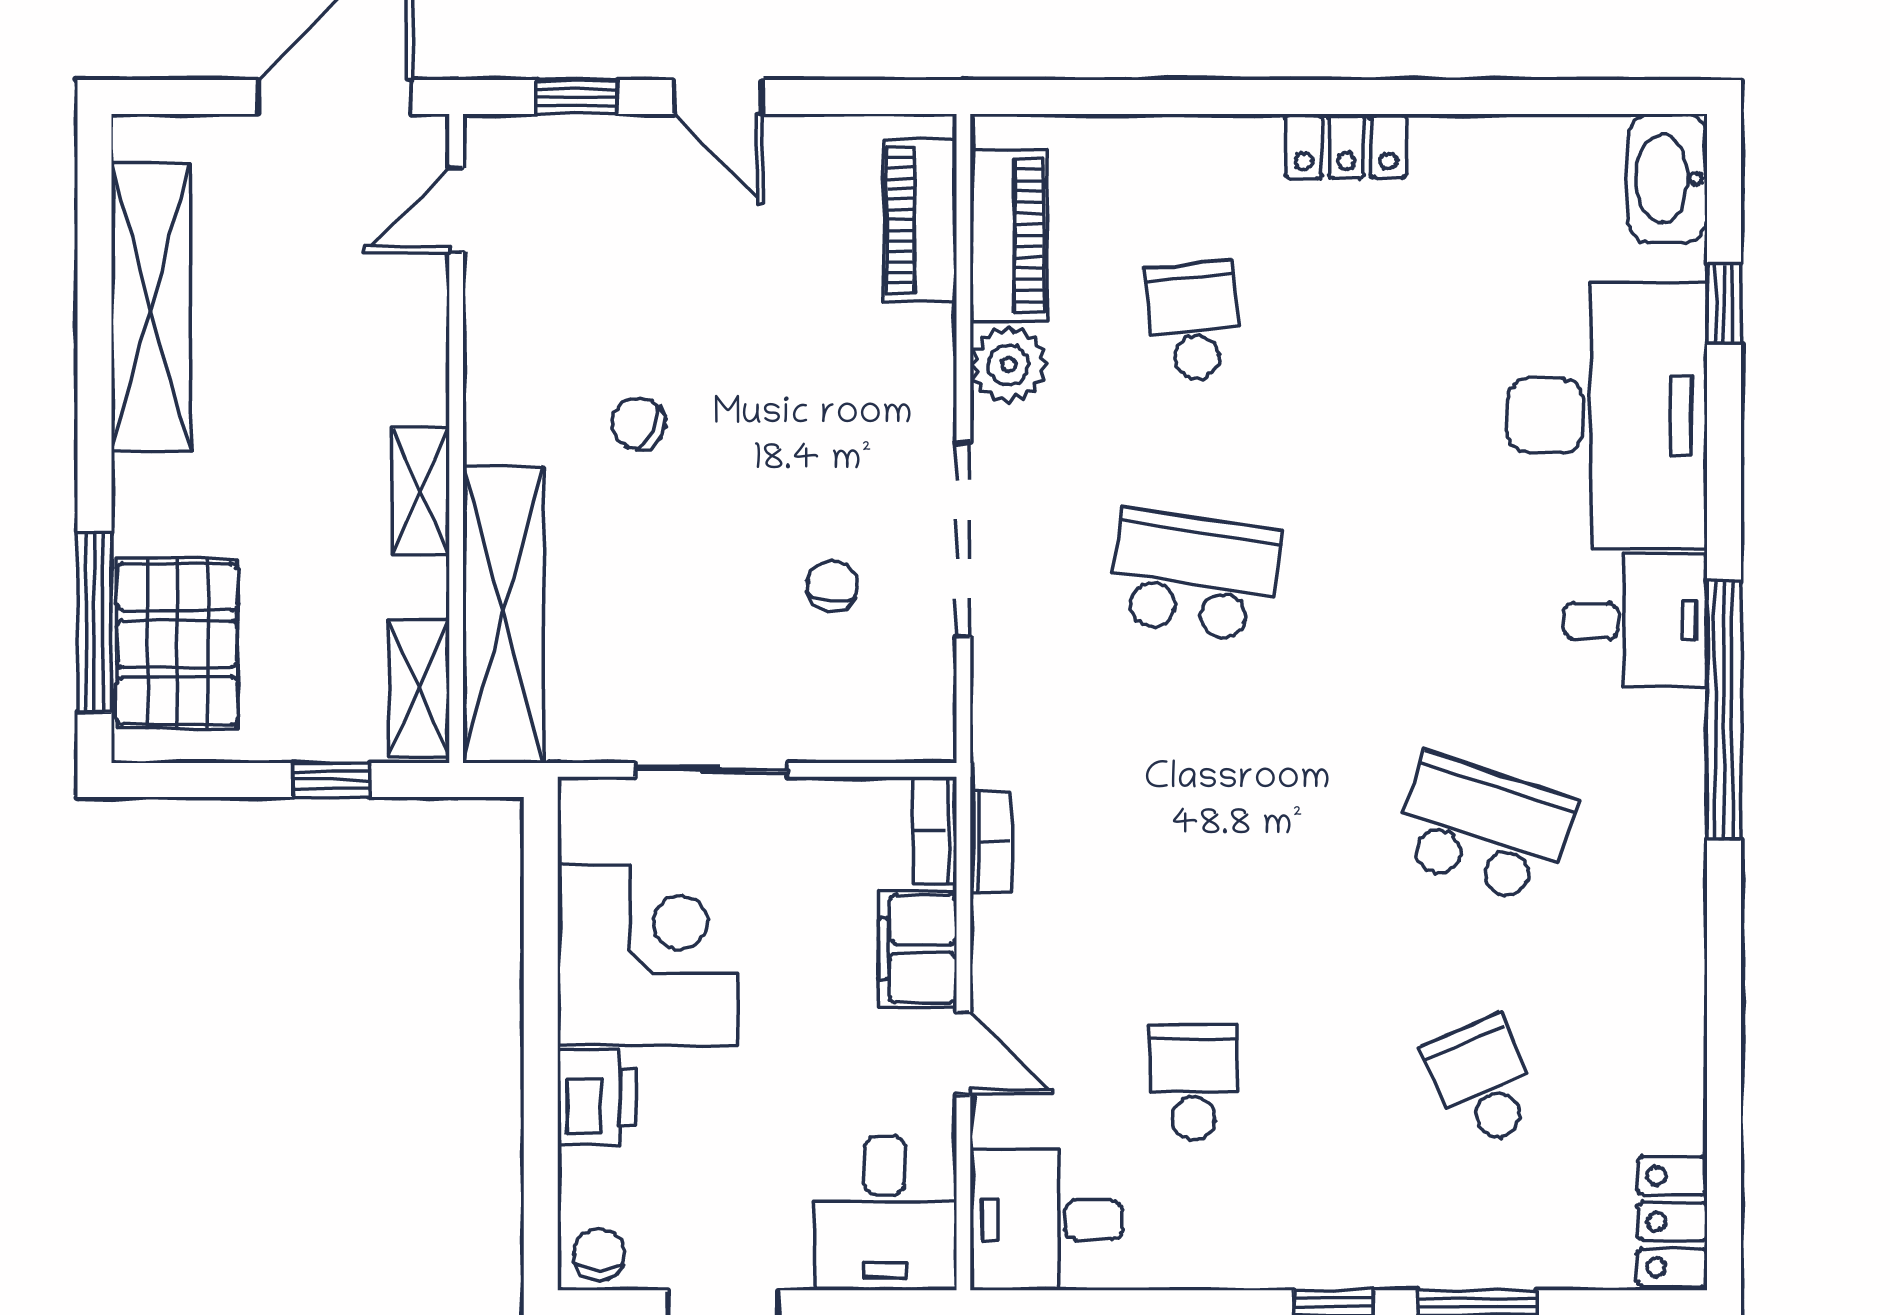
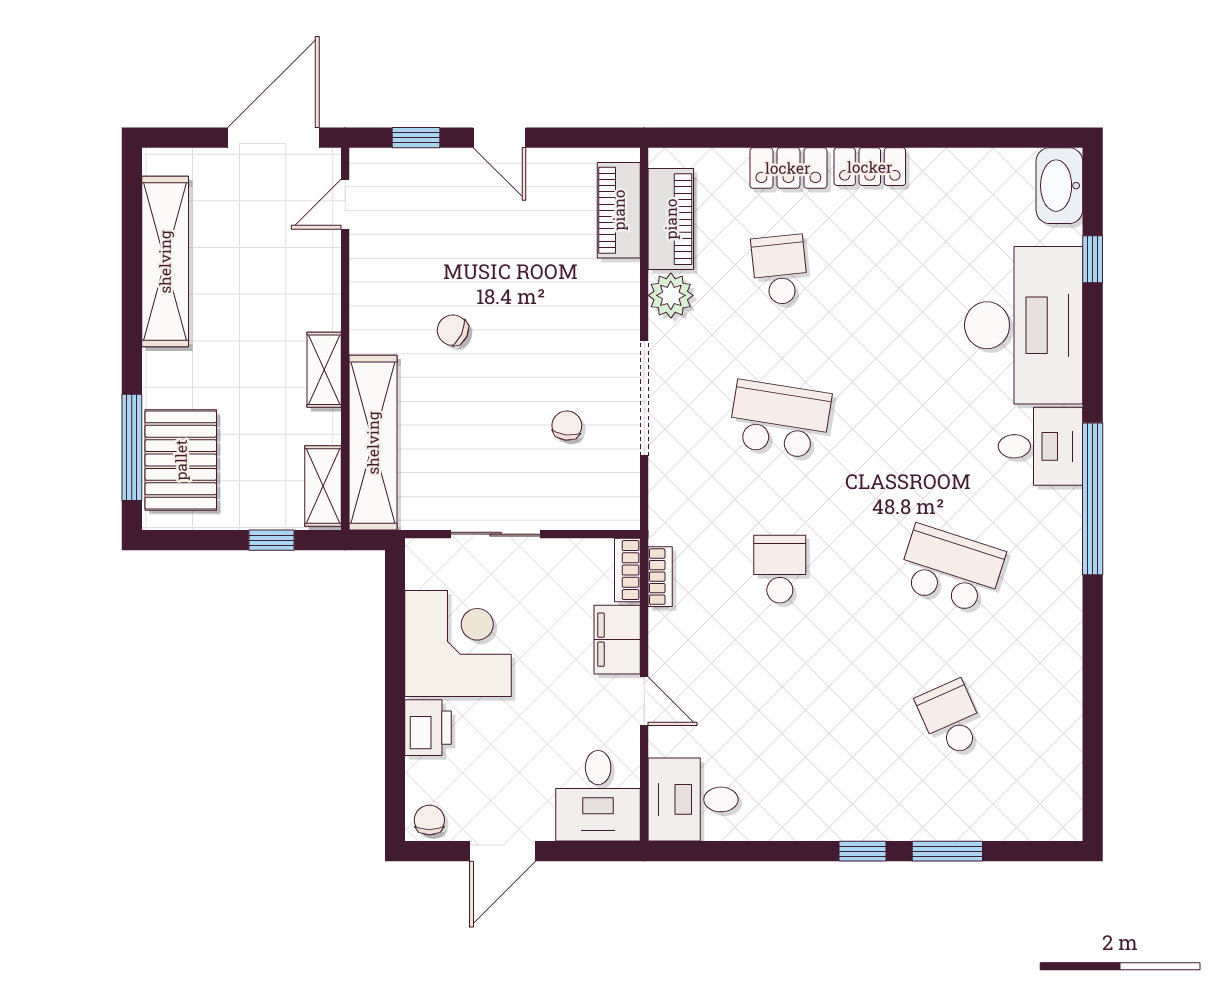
school desk: (1193, 1083) -> (780, 569), moved
locker: (1672, 1222) -> (788, 168), moved, turned -90

